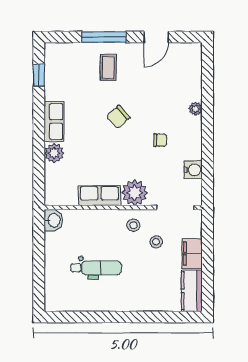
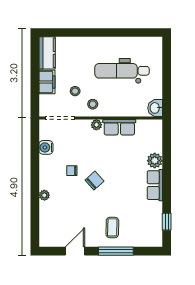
chair: (118, 117) -> (94, 181), moved
plant: (135, 193) -> (96, 125), width x0.53, depth x0.53
dental chair: (96, 268) -> (122, 71), width x1.36, depth x1.38

